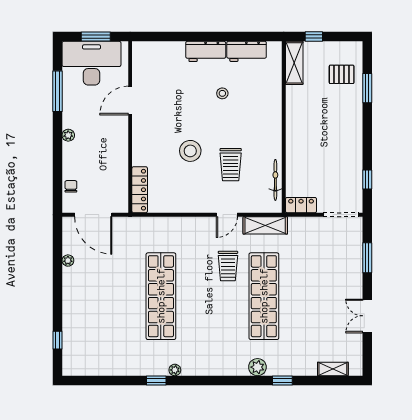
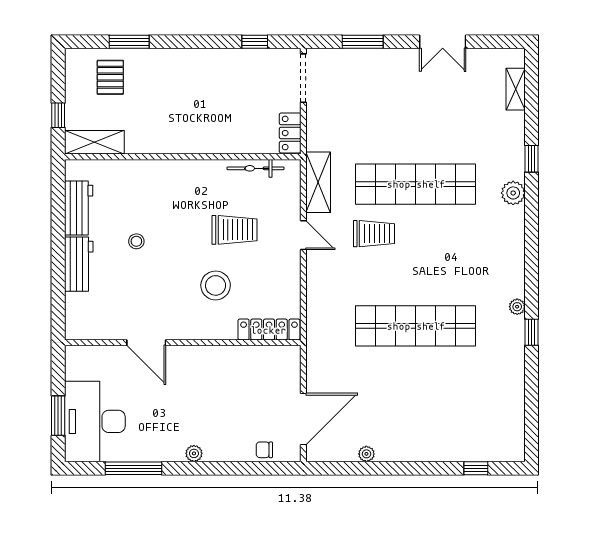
door: (130, 101) -> (146, 343), moved
wall: (130, 127) -> (183, 343), moved
locker: (140, 190) -> (269, 330), moved

